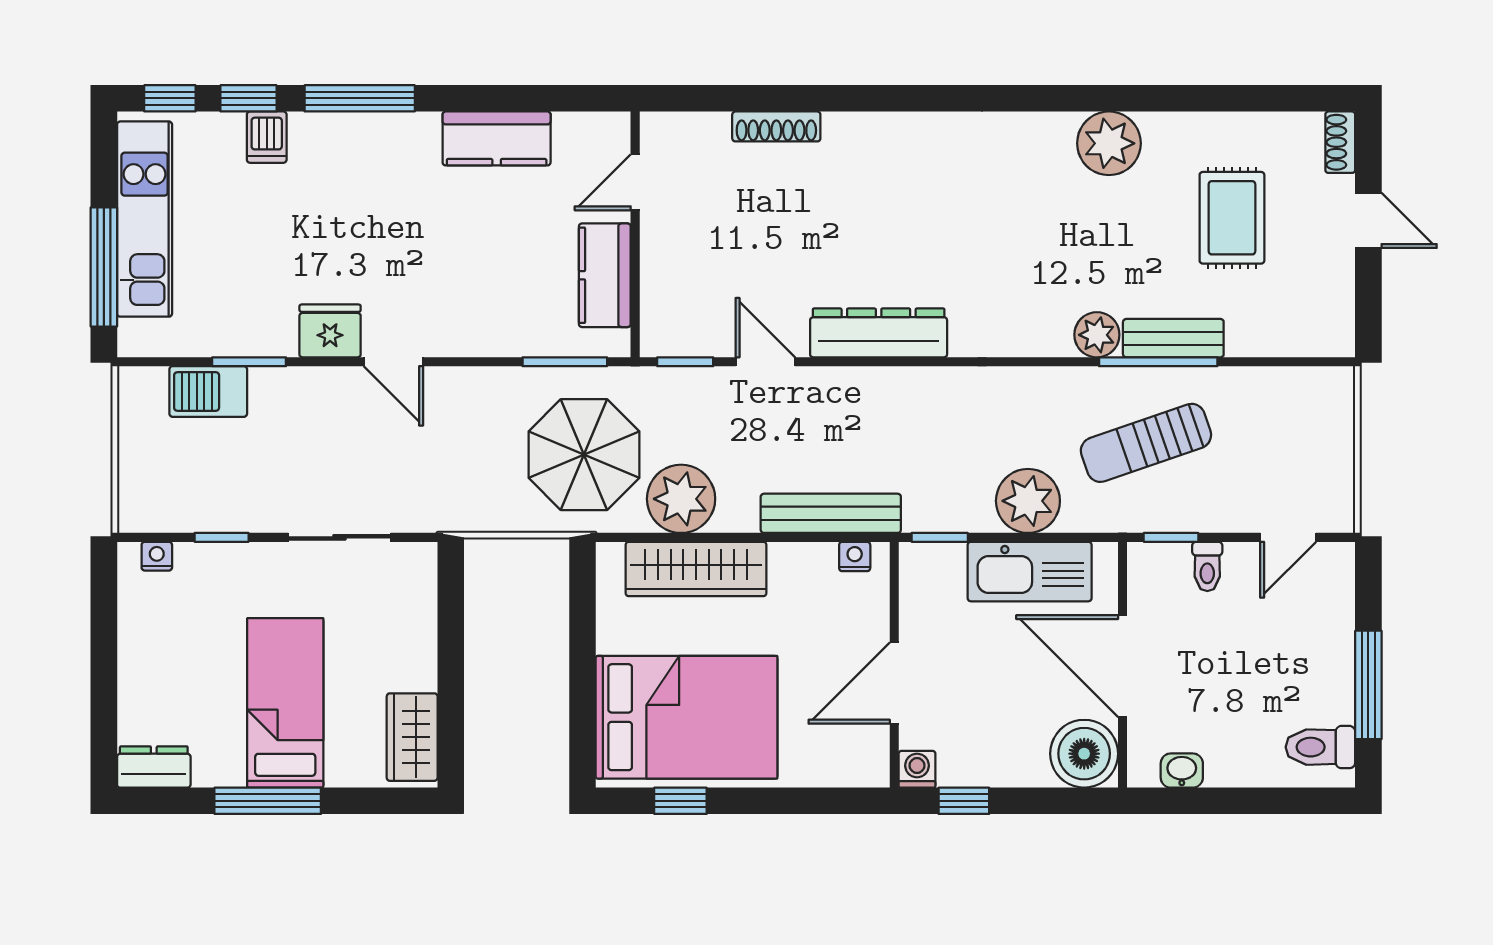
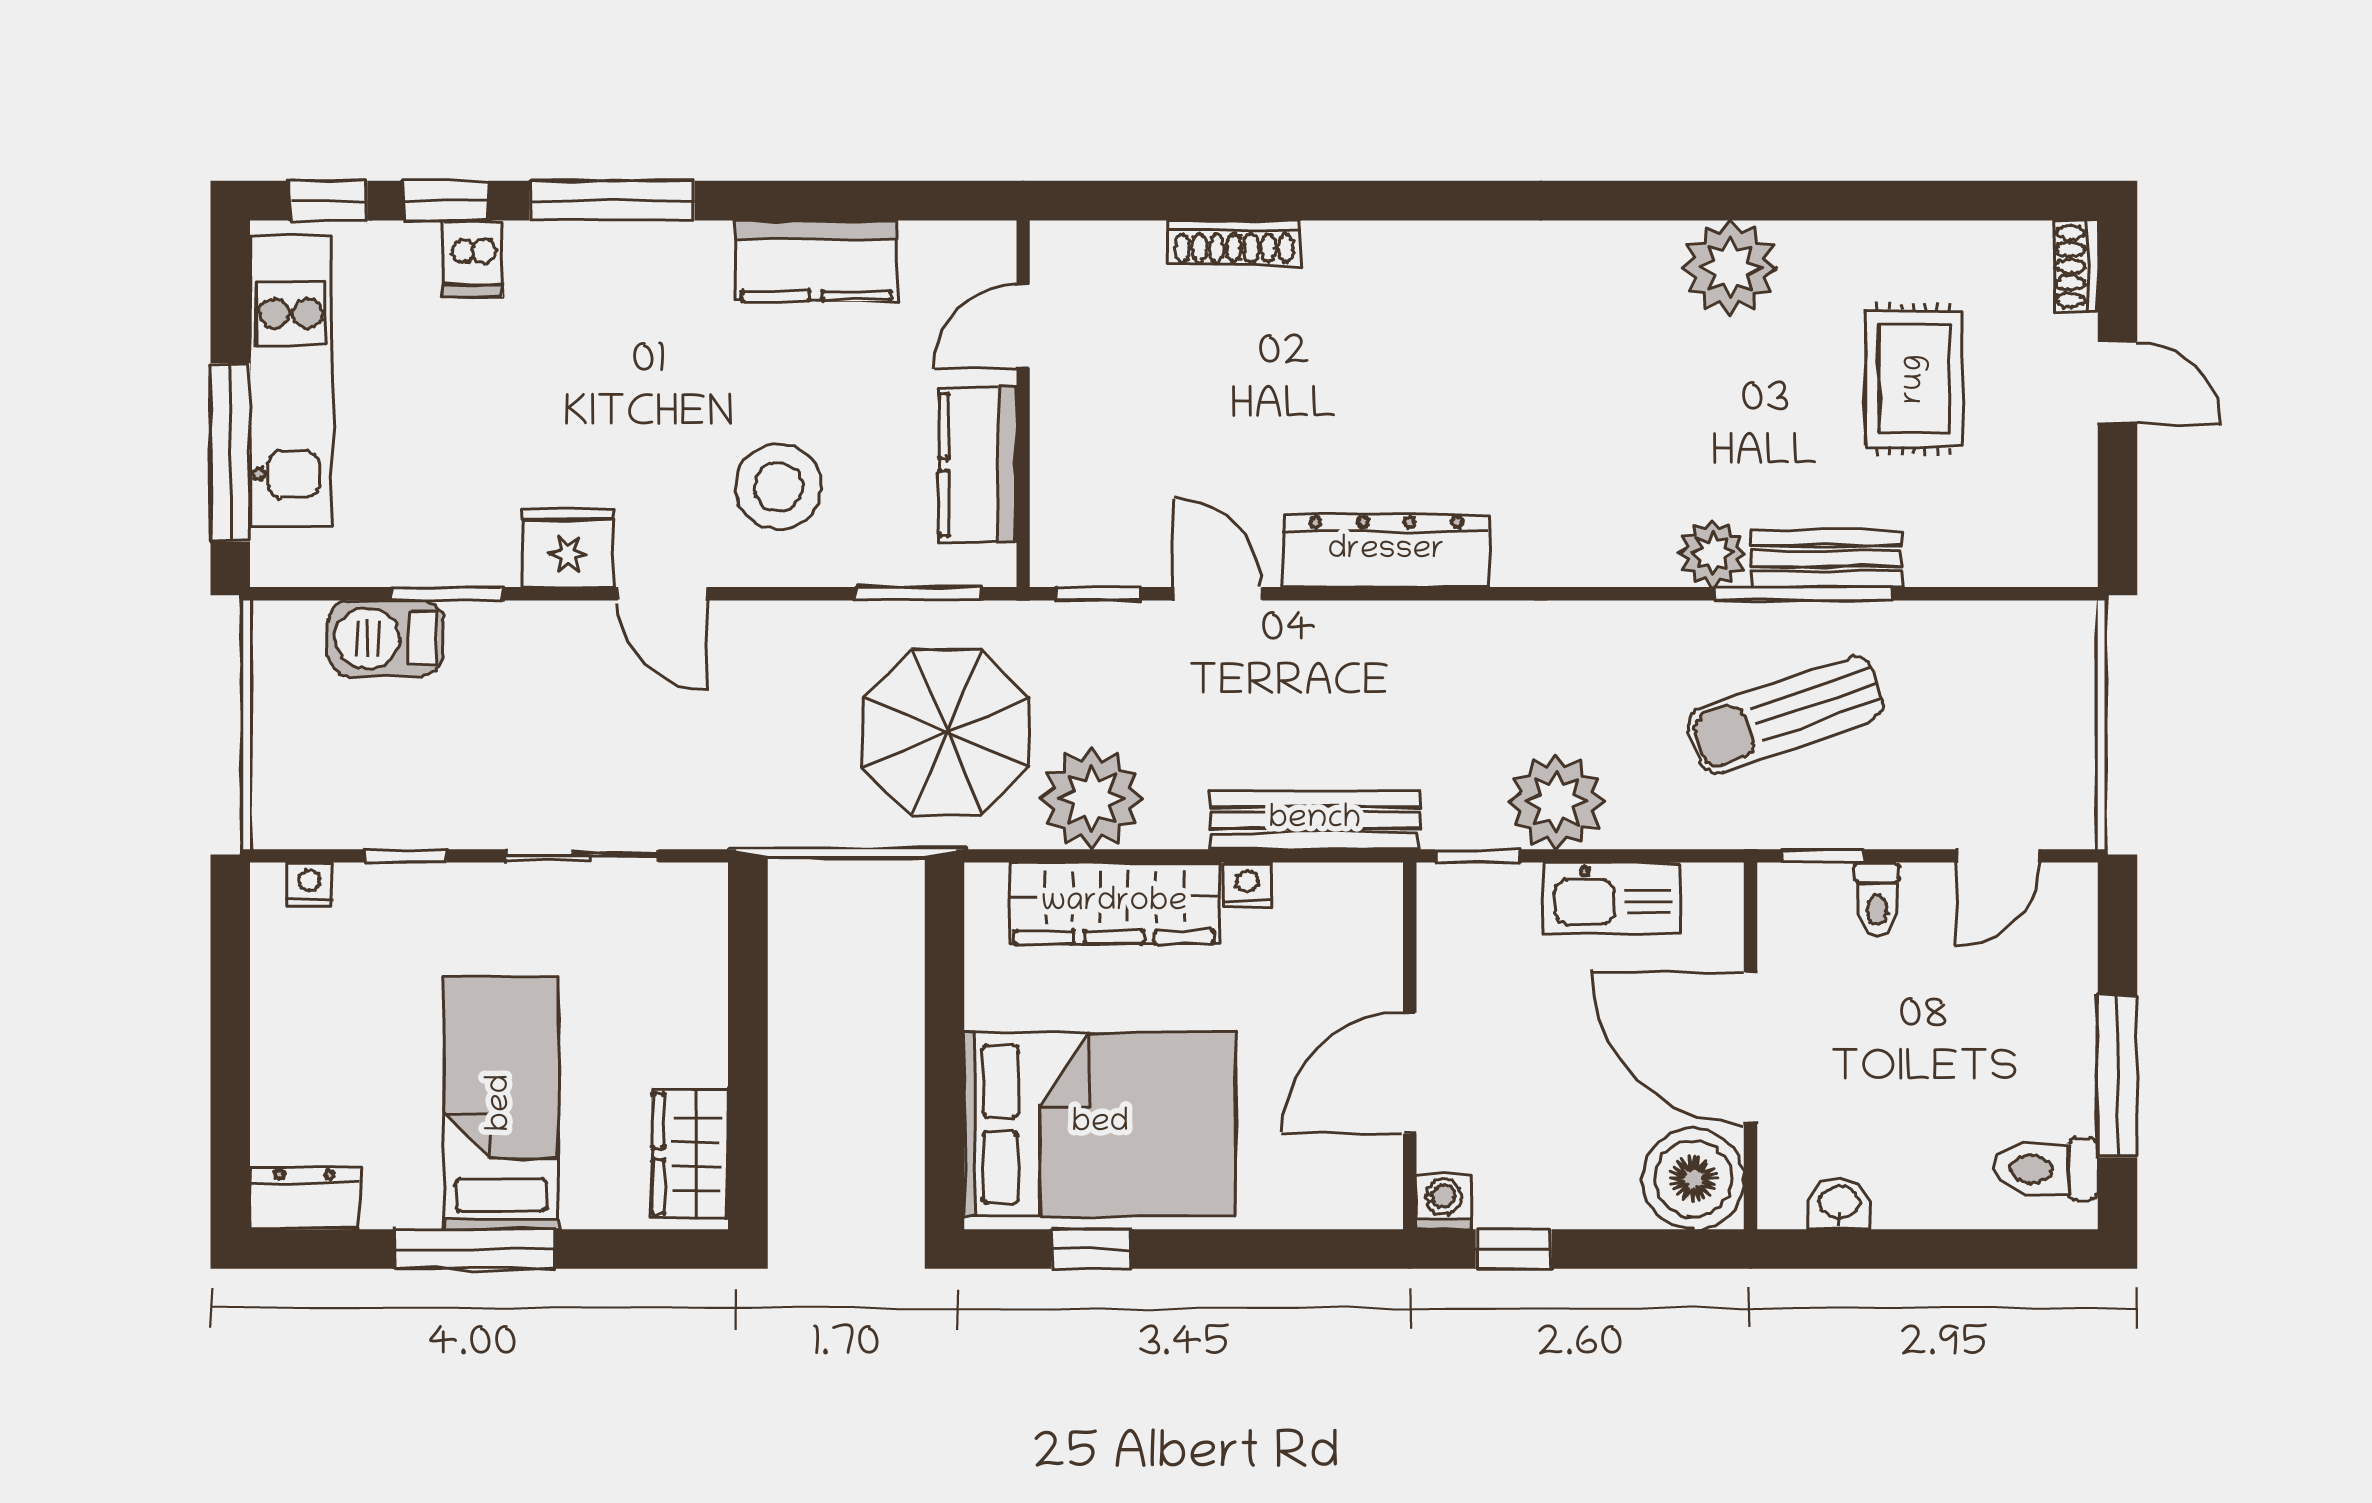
stool: (471, 290) -> (779, 487), added
plant: (1028, 501) -> (1556, 802), moved
nightstand: (855, 556) -> (1248, 884), moved
kitchen sink: (1030, 572) -> (1612, 898), width x0.73, depth x0.81

